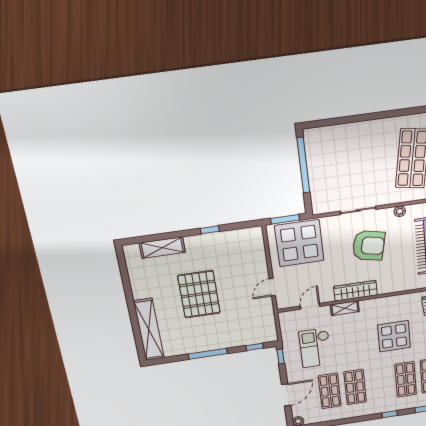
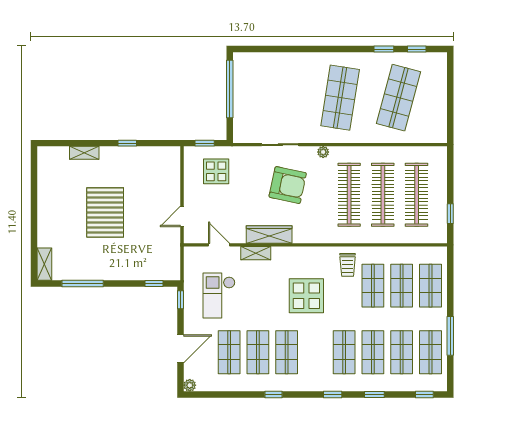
window: (285, 219) -> (205, 143), width x0.67
display table: (299, 243) -> (216, 171), width x0.54, depth x0.54
shelving: (162, 248) -> (84, 153), width x0.67, depth x0.75
door: (310, 306) -> (219, 245), hinge flipped
shelving: (149, 330) -> (44, 264), width x0.45, depth x0.75
window: (208, 354) -> (83, 283), moved
shop shelf: (406, 379) -> (287, 352), moved
window: (390, 414) -> (273, 394), moved

